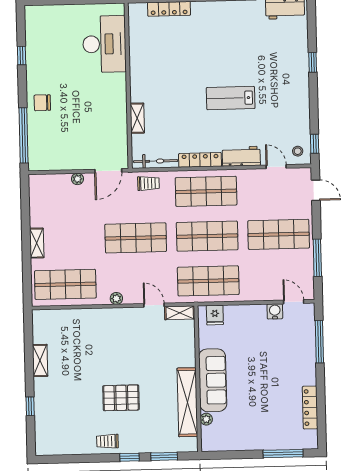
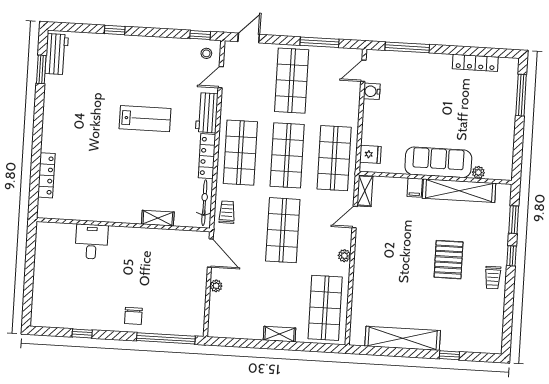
desk: (104, 44) -> (92, 242), width x0.53, depth x0.77
lab bench: (231, 98) -> (145, 119), turned -90
shelving: (40, 360) -> (403, 338), width x2.20, depth x1.33
filing cabinet: (187, 360) -> (415, 188), added

